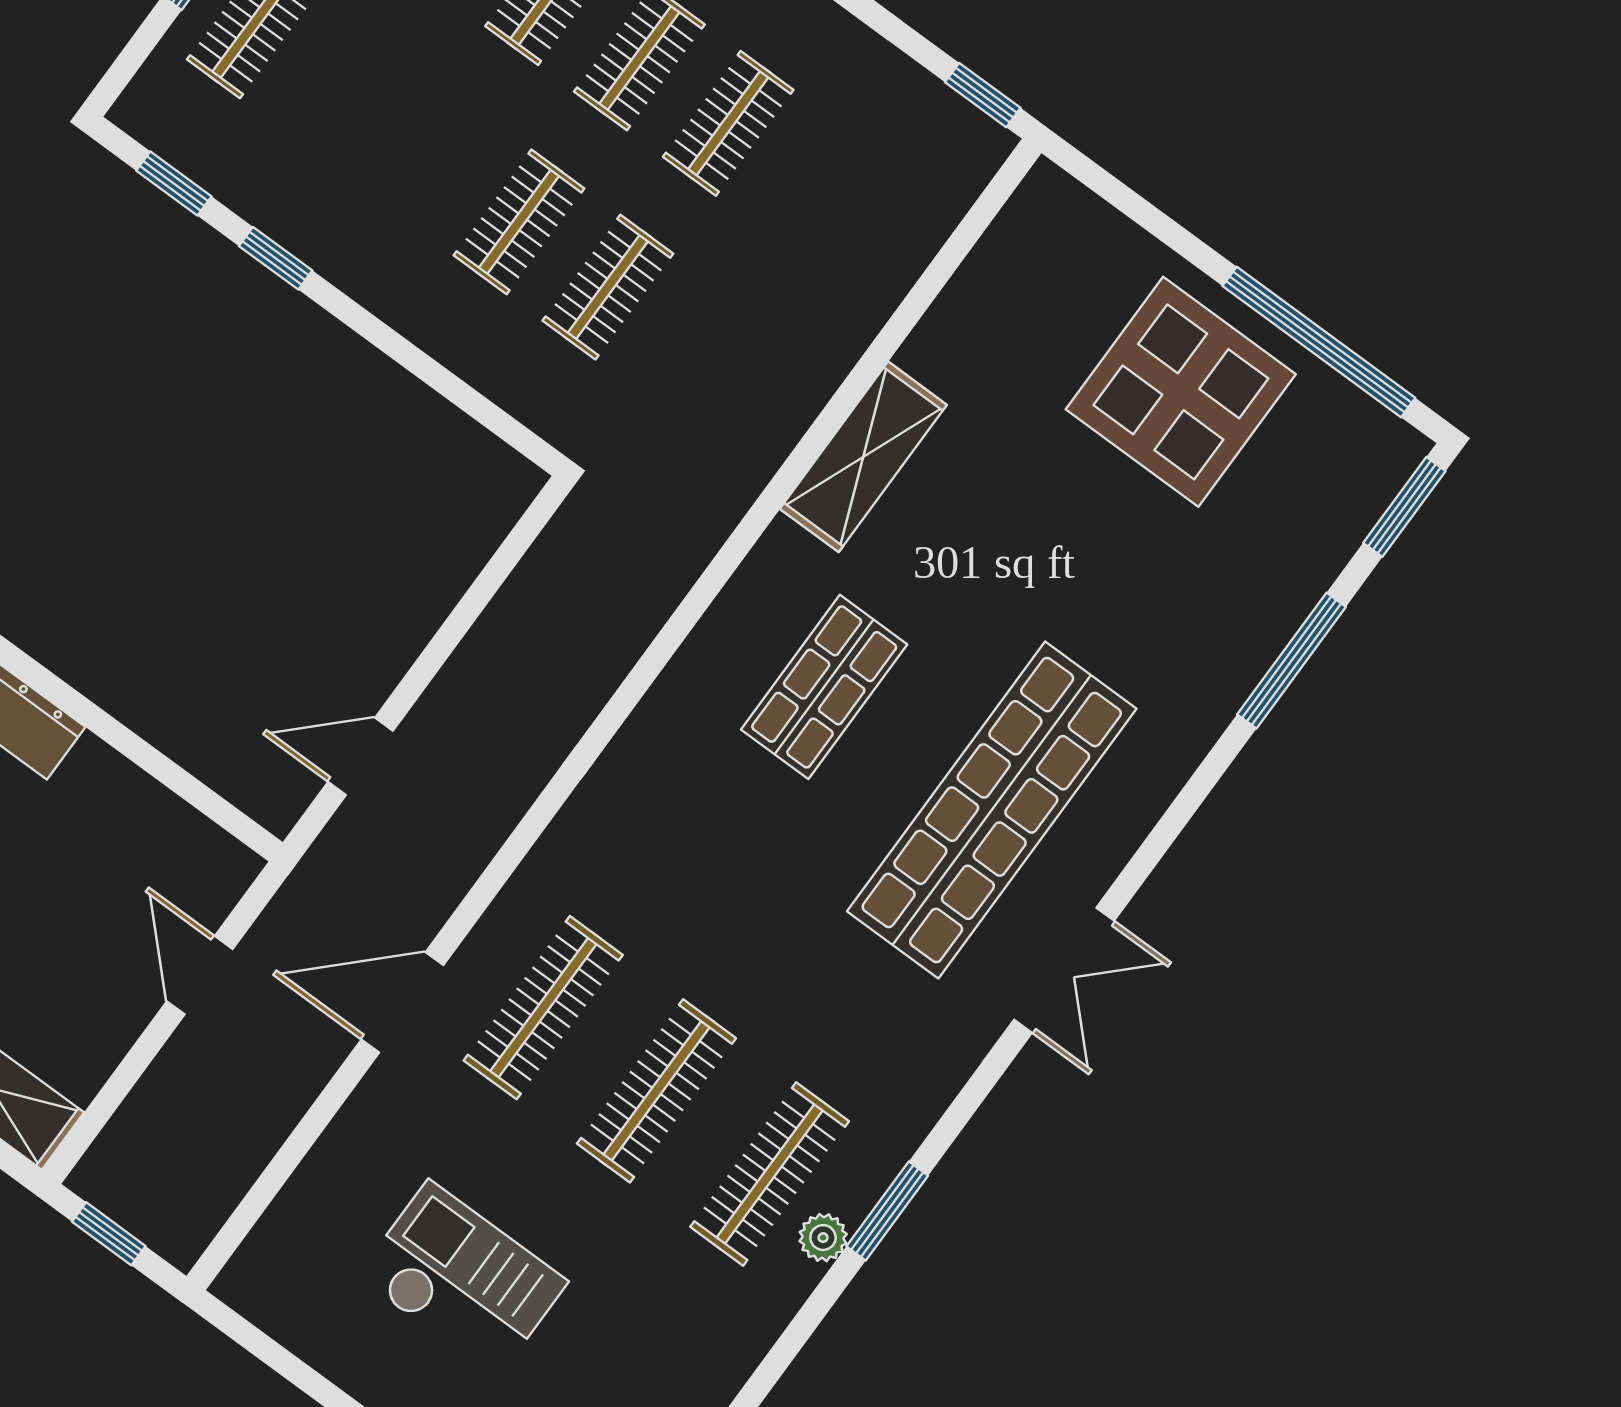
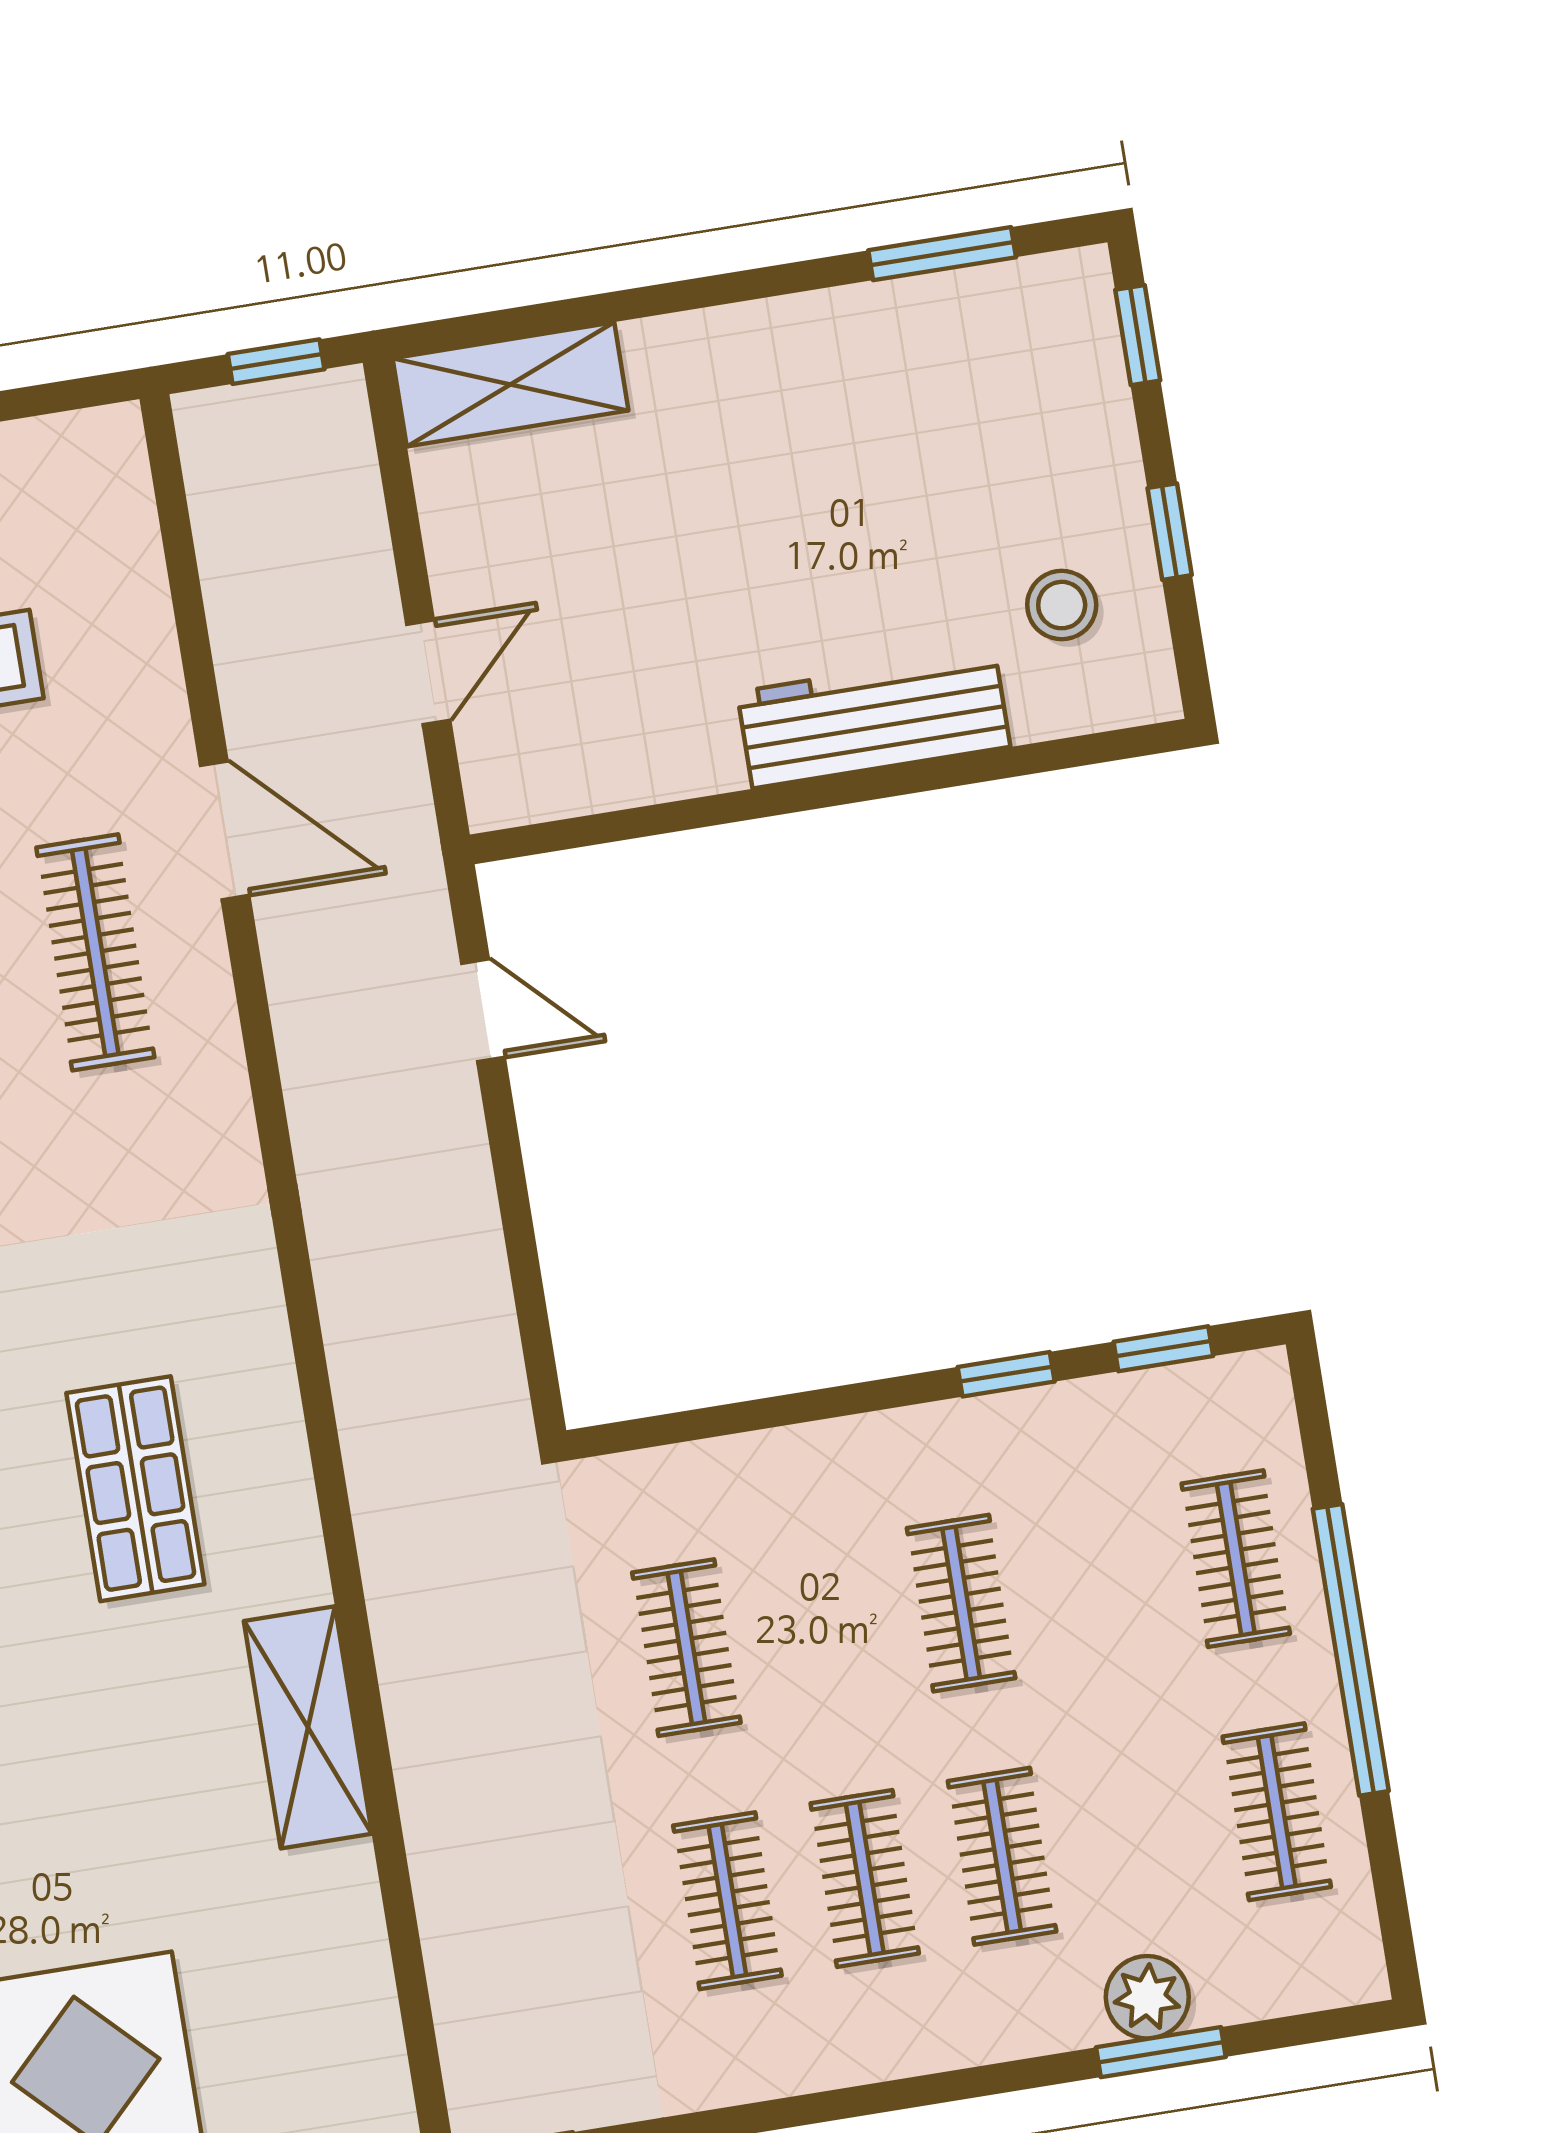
clothes rail: (519, 222) -> (961, 1603), moved
door: (361, 756) -> (483, 1010), hinge flipped
door: (200, 975) -> (428, 672), hinge flipped
door: (402, 1002) -> (225, 830), hinge flipped

